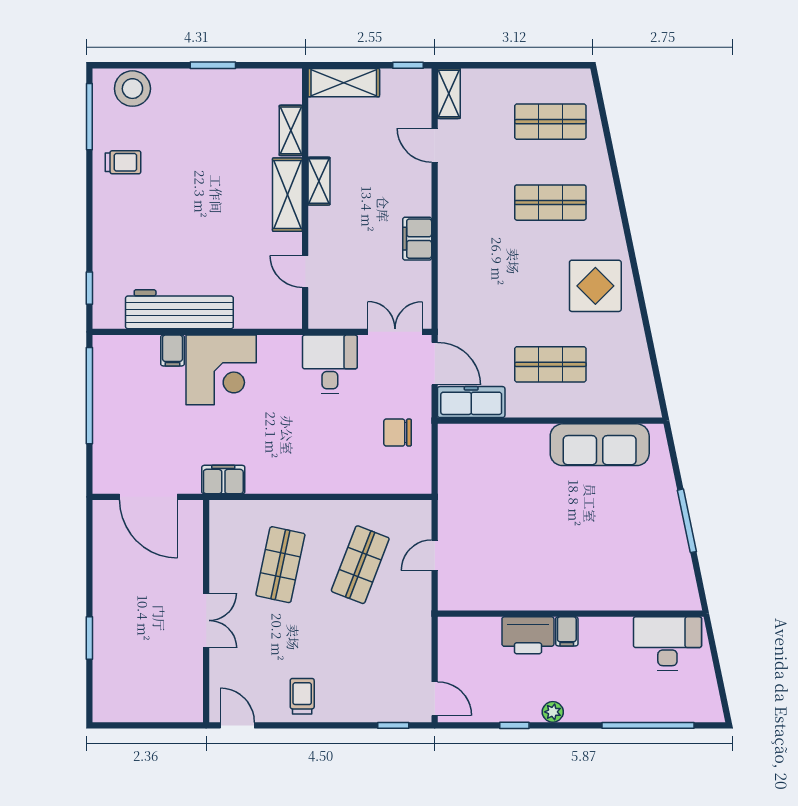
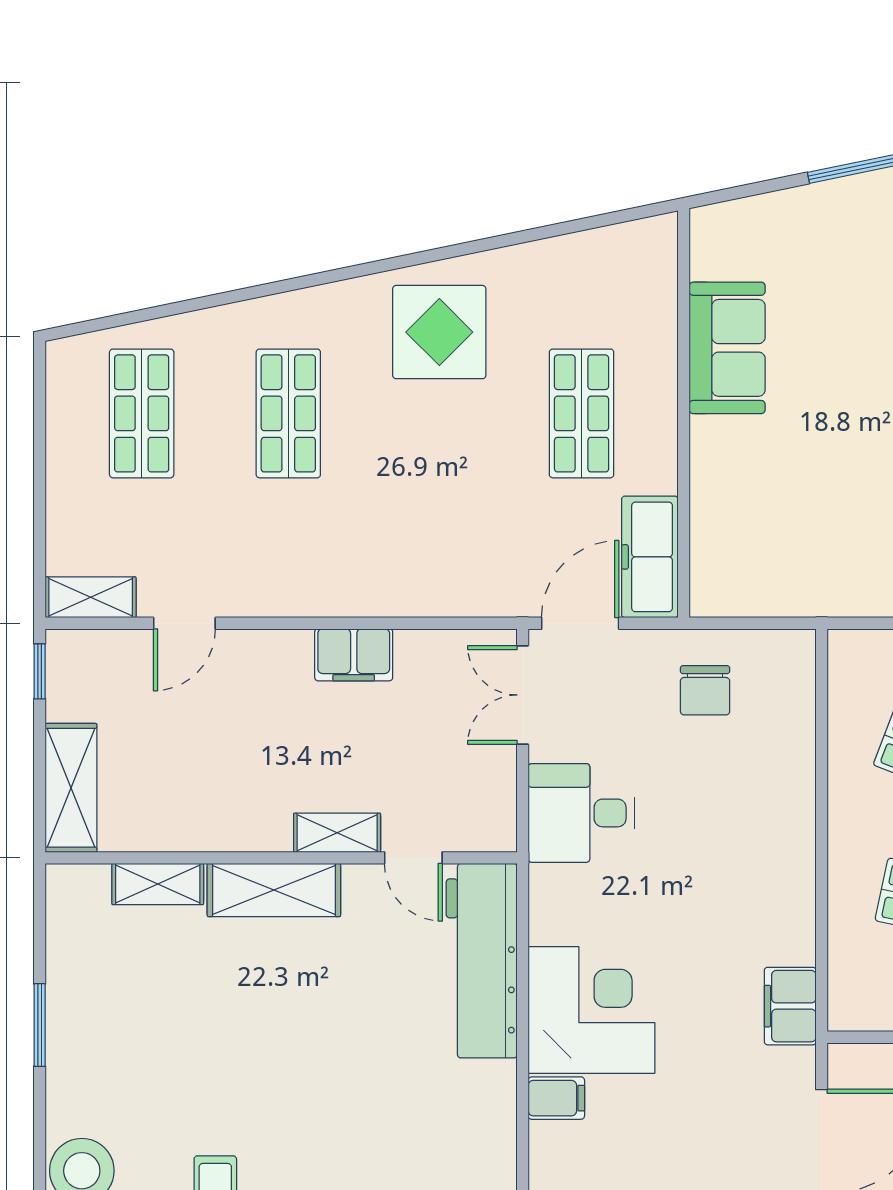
shelving: (319, 181) -> (337, 833), moved
door: (305, 272) -> (413, 858), hinge flipped
workbench: (179, 309) -> (482, 961), moved
sofa: (600, 445) -> (727, 348), width x0.73

